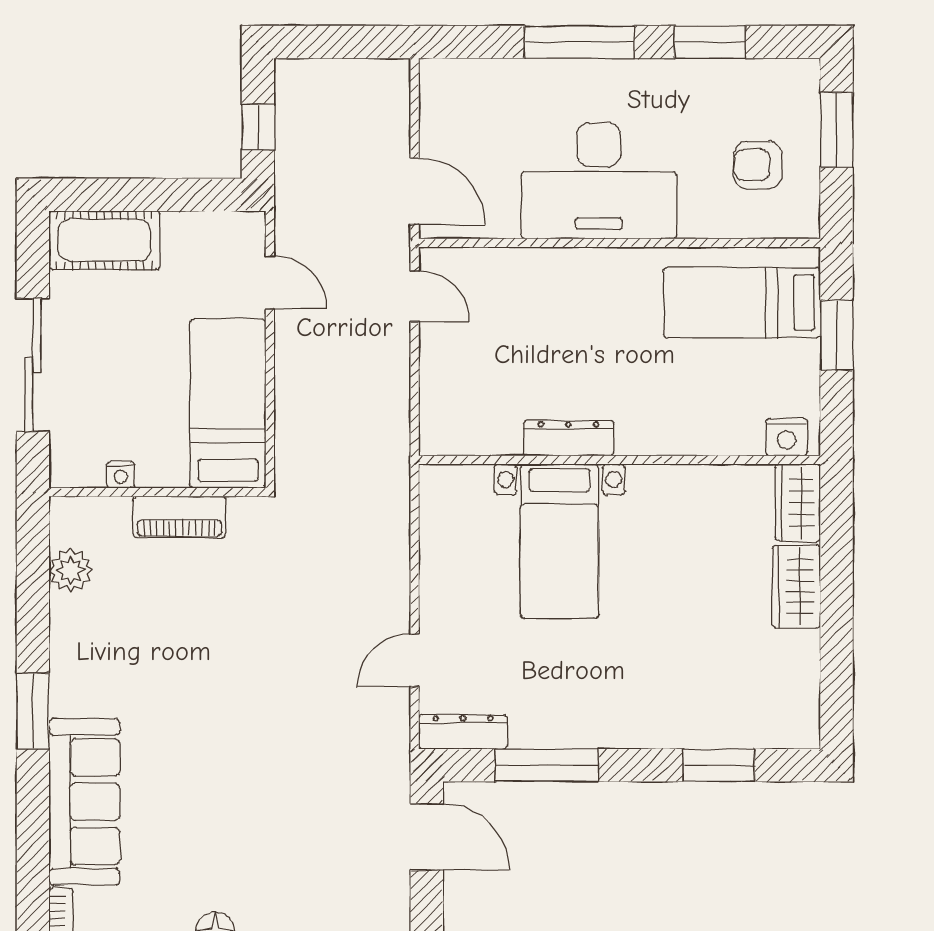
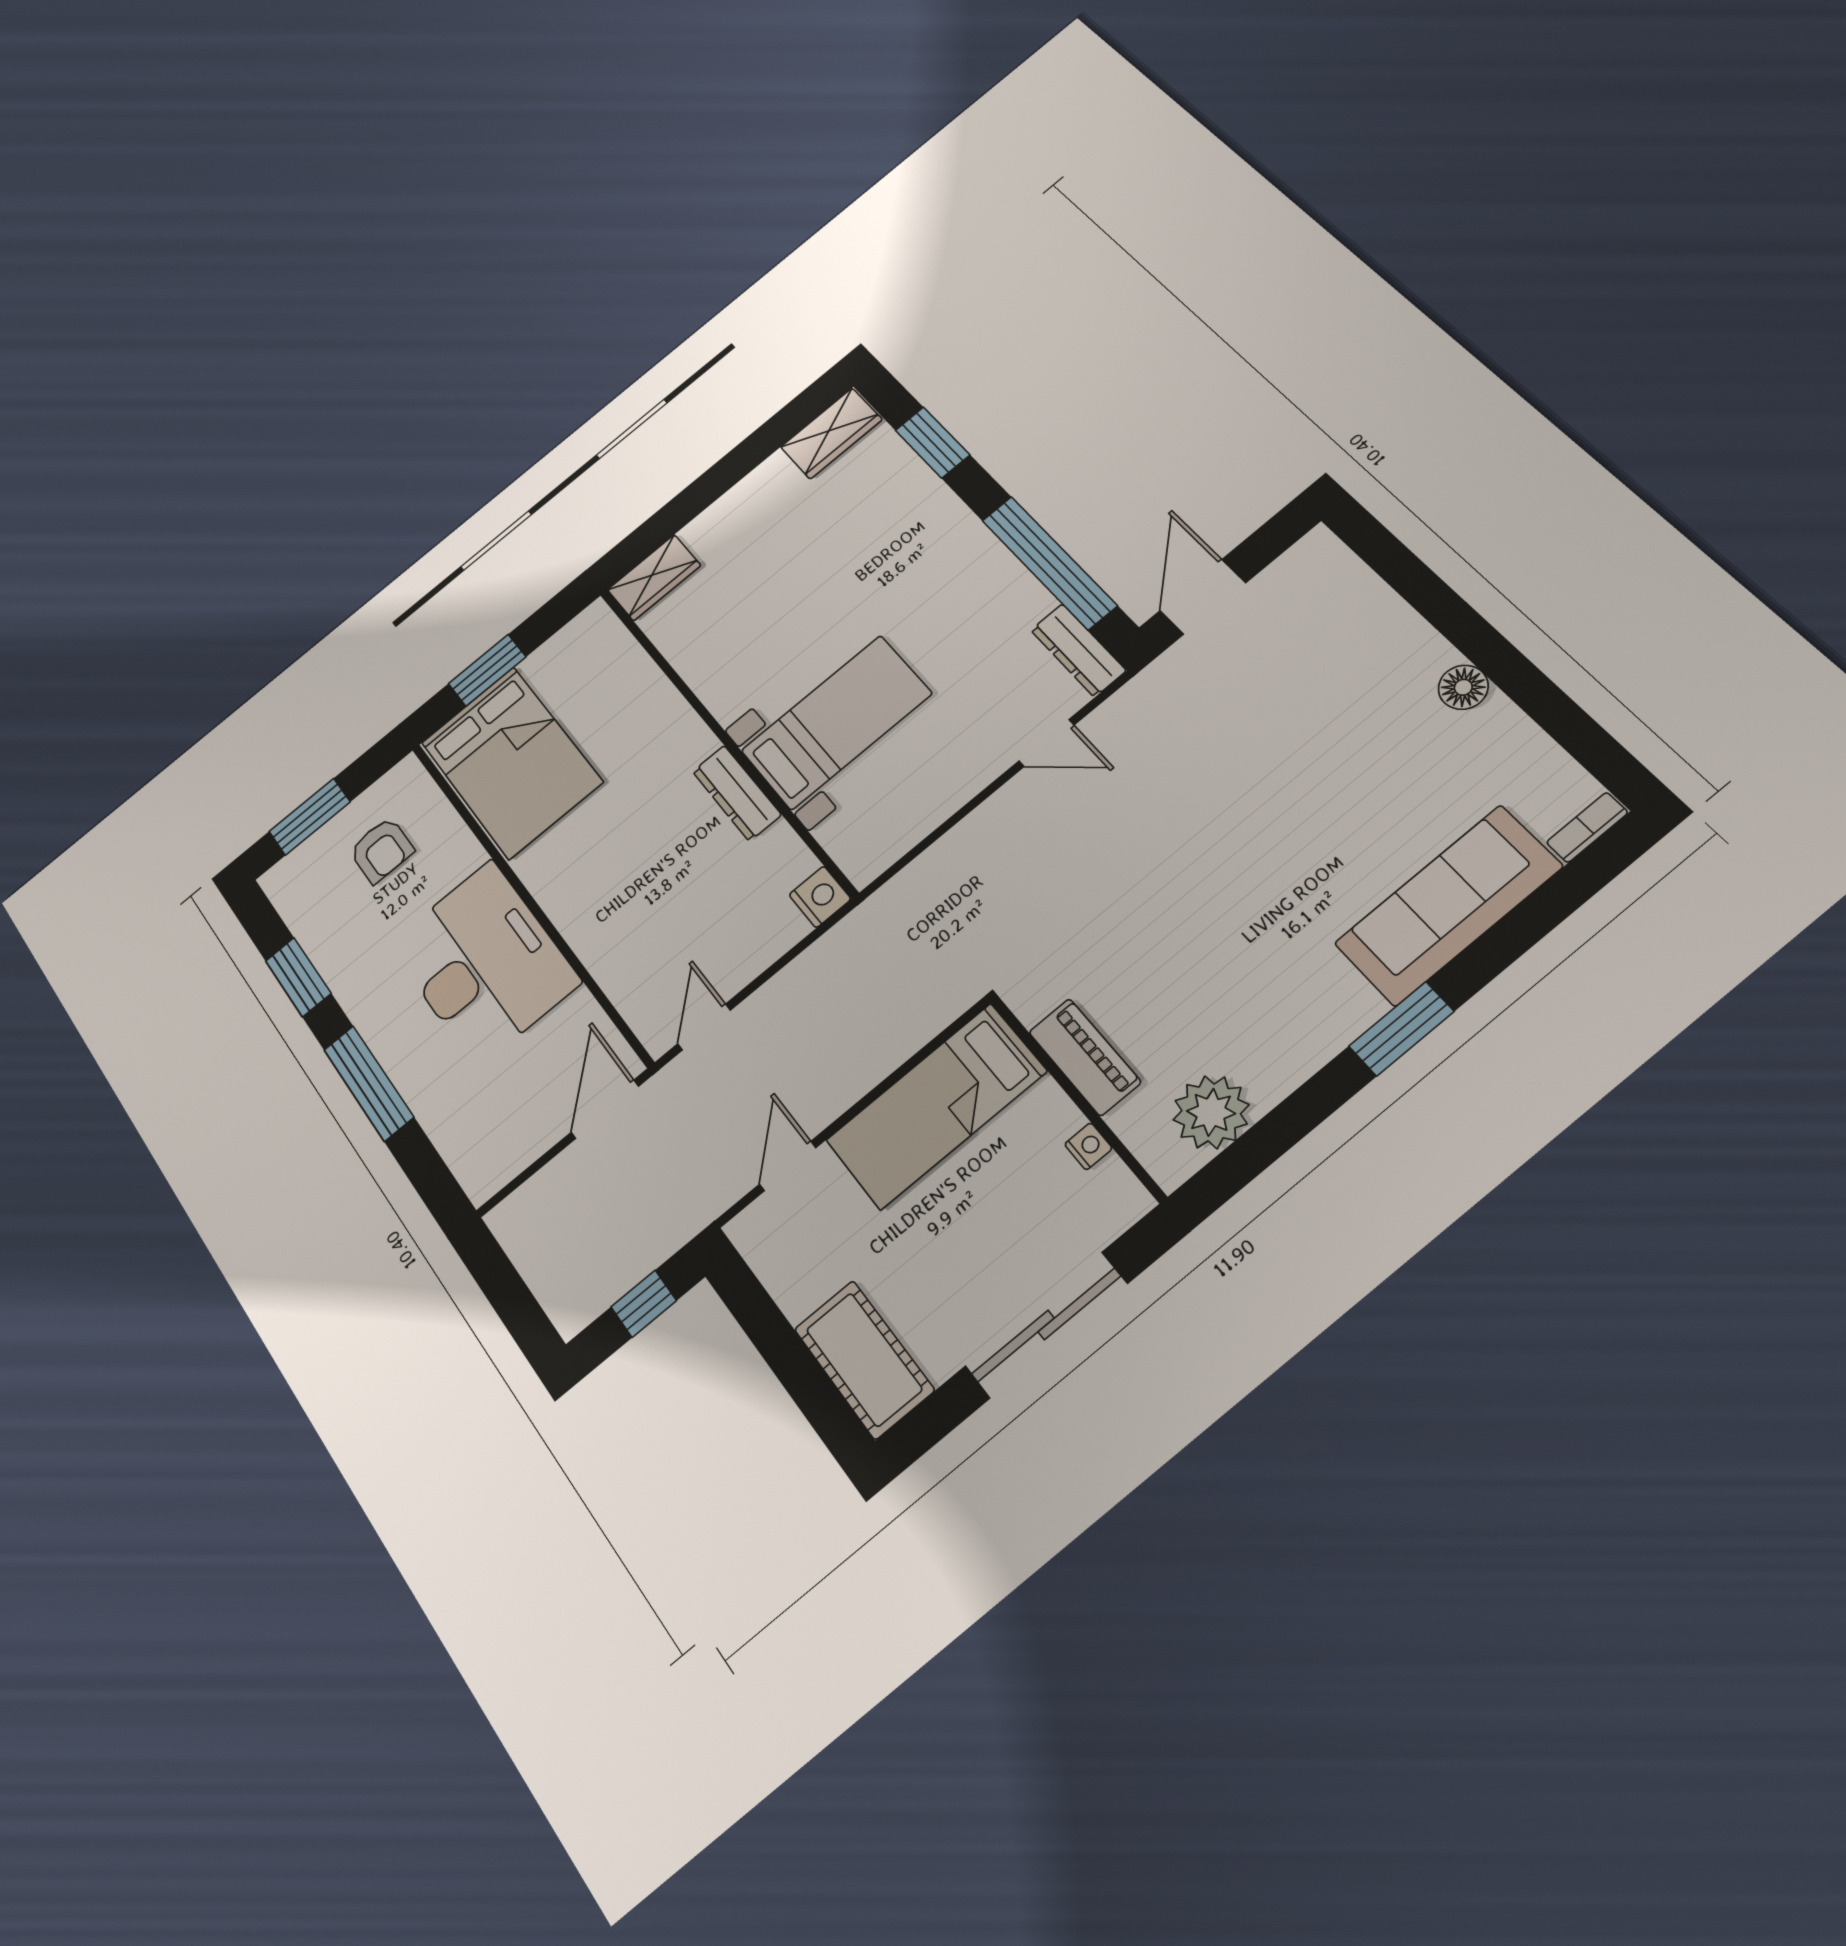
bed: (742, 303) -> (511, 762), width x1.50
nightstand: (787, 437) -> (820, 897), moved
plant: (71, 570) -> (1211, 1112), width x1.36, depth x1.36
wardrobe: (796, 587) -> (831, 433), moved
window: (547, 765) -> (1049, 563), width x1.46

